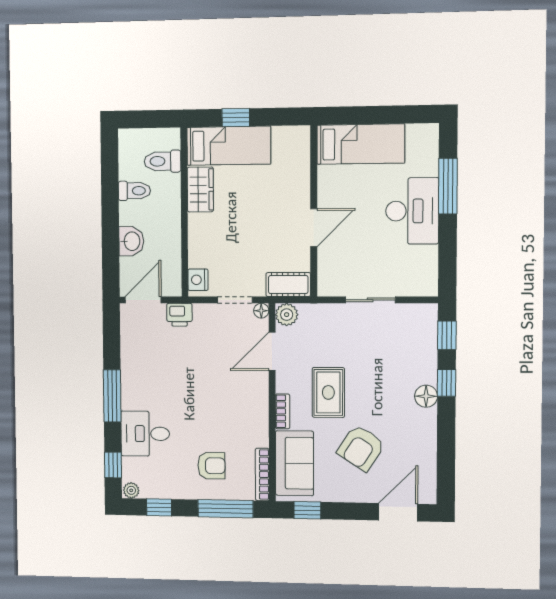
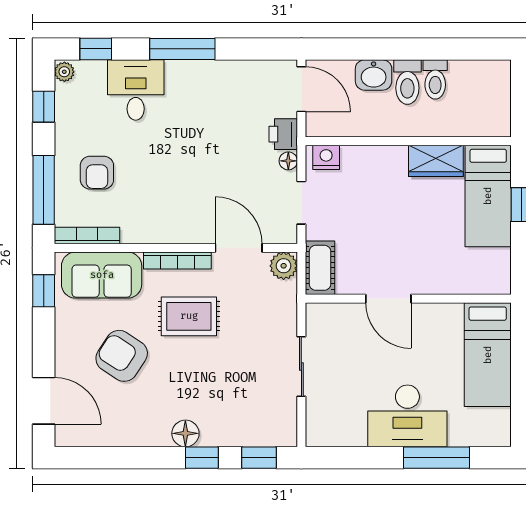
toilet: (163, 161) -> (407, 82), moved, turned 180
floor lamp: (261, 311) -> (288, 161), moved
bookcase: (283, 411) -> (177, 261), width x1.56

